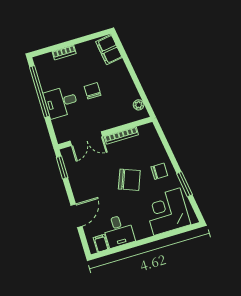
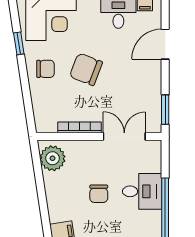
plant: (139, 105) -> (53, 158), width x1.87, depth x1.87
chair: (159, 171) -> (45, 69), turned 180
window: (184, 184) -> (19, 43), width x0.67

